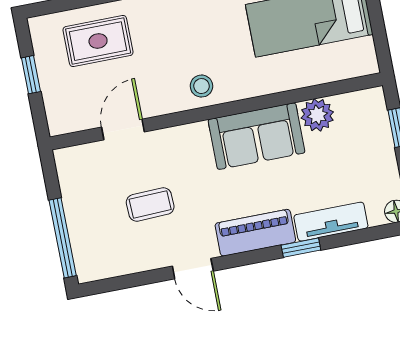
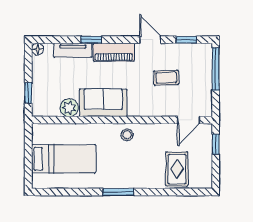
rug: (98, 41) -> (177, 169), turned 90
window: (31, 75) -> (216, 144), moved
door: (123, 129) -> (189, 120), moved
window: (127, 281) -> (186, 40), added

